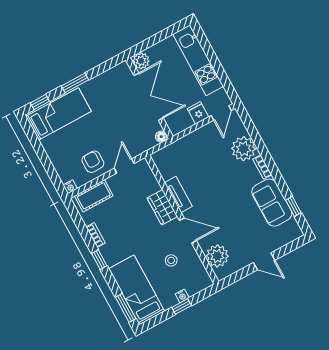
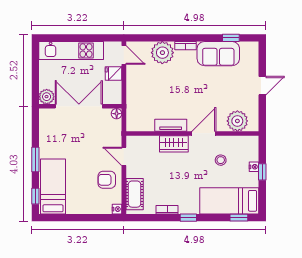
window: (126, 308) -> (239, 218), width x0.67

